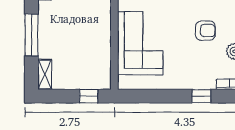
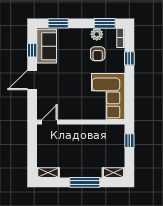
armchair: (205, 31) -> (98, 54), moved, turned 180
corner sofa: (140, 43) -> (108, 96), moved, turned -90

